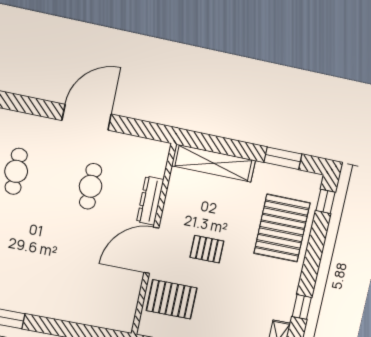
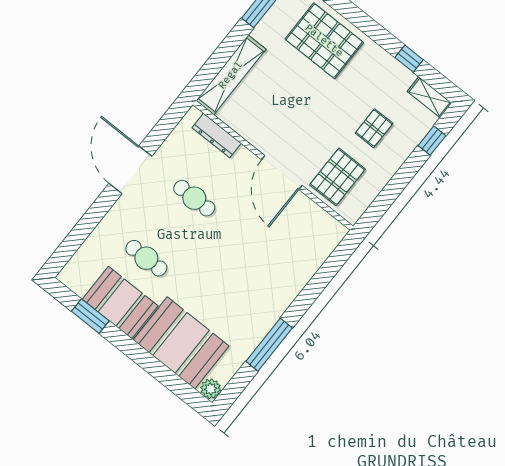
dresser: (150, 201) -> (217, 135), moved
pallet: (207, 249) -> (374, 128), moved

